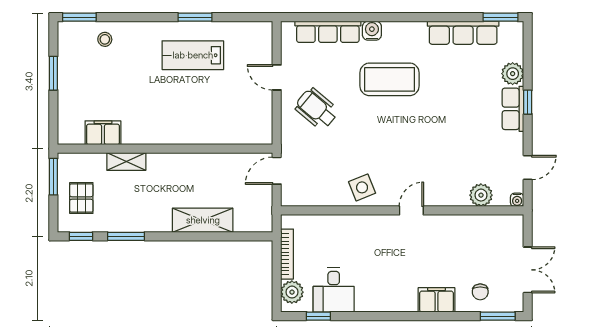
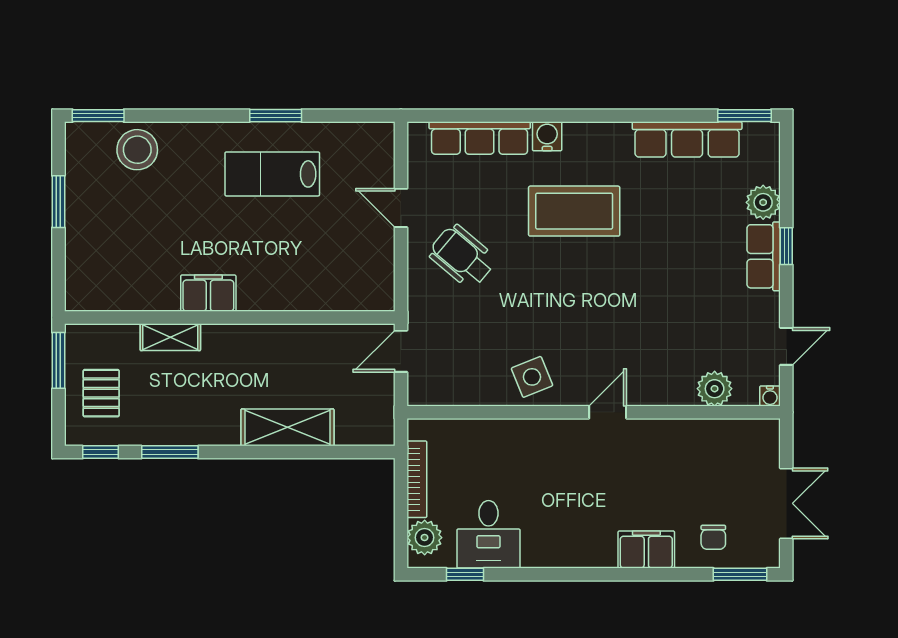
stool: (105, 39) -> (137, 150), width x1.89, depth x1.89
filing cabinet: (103, 133) -> (208, 293), moved

